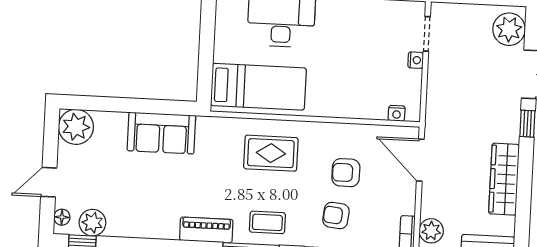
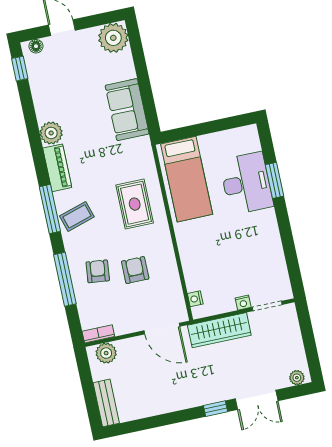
plant: (509, 29) -> (297, 378), width x0.53, depth x0.53
door: (420, 160) -> (162, 329), swing flipped
wardrobe: (504, 179) -> (219, 330), moved, turned 180
coffee table: (267, 222) -> (77, 216), turned 73
plant: (92, 223) -> (51, 133), moved

